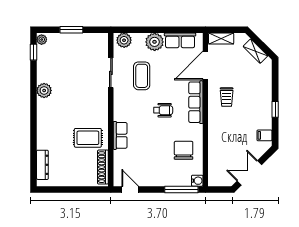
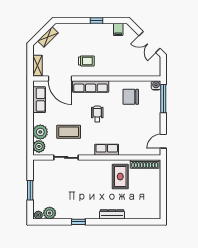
plant: (155, 42) -> (40, 132), moved
window: (33, 52) -> (78, 222), moved
plant: (44, 90) -> (50, 213), moved
row of seats: (120, 135) -> (107, 150), moved
dresser: (42, 165) -> (112, 214), moved

